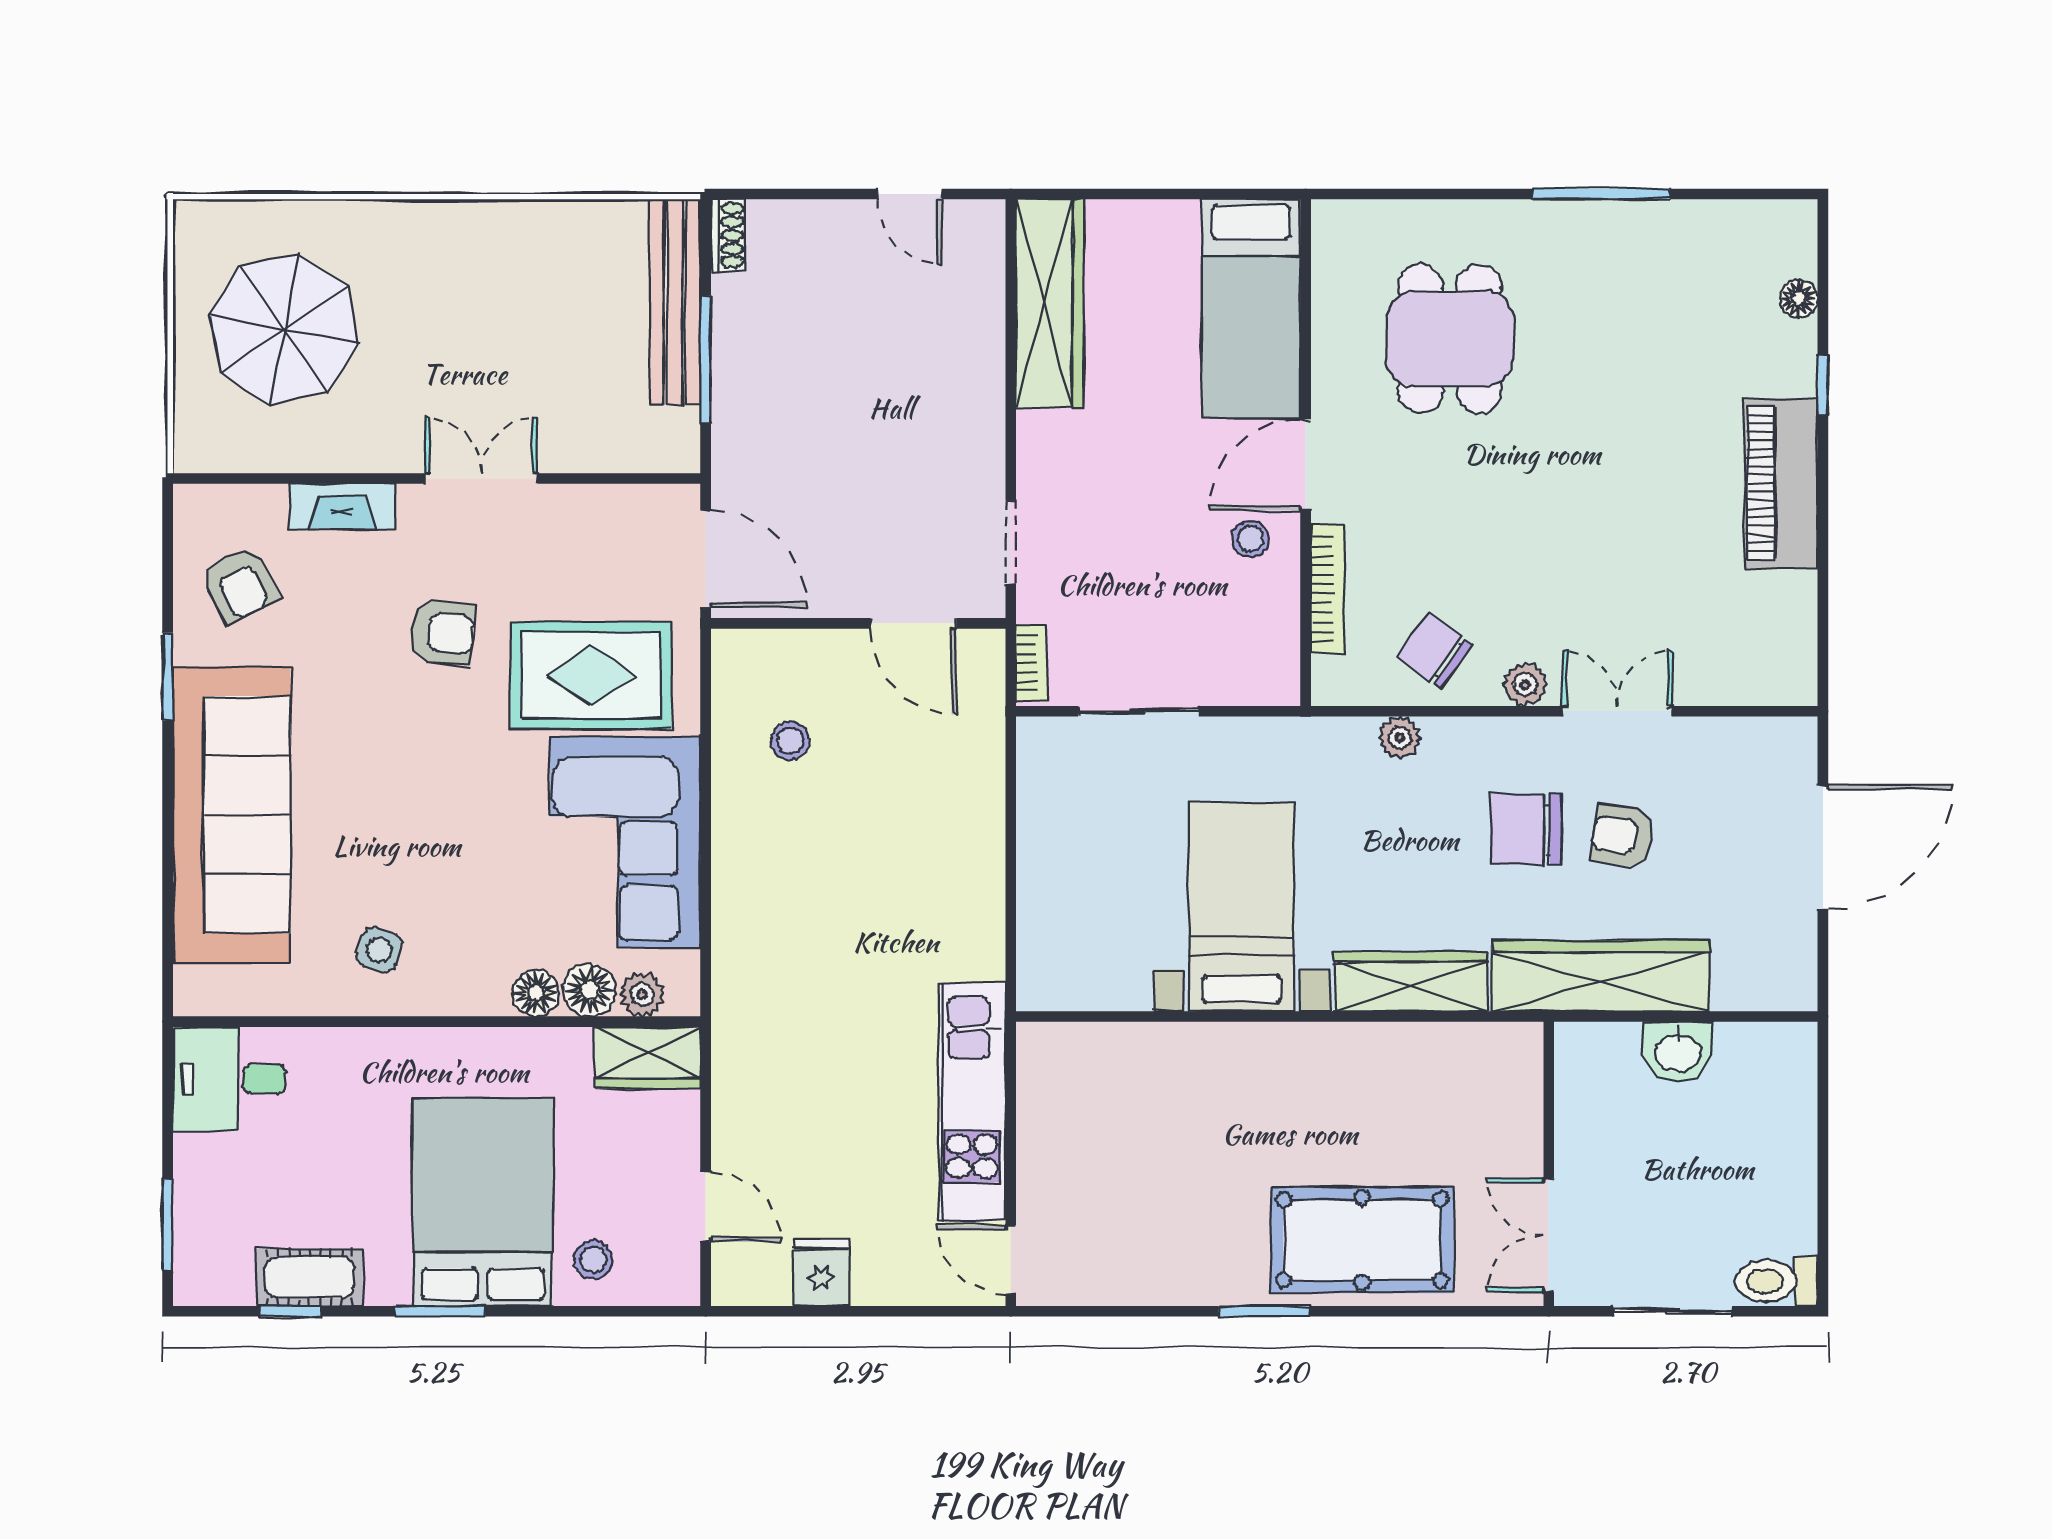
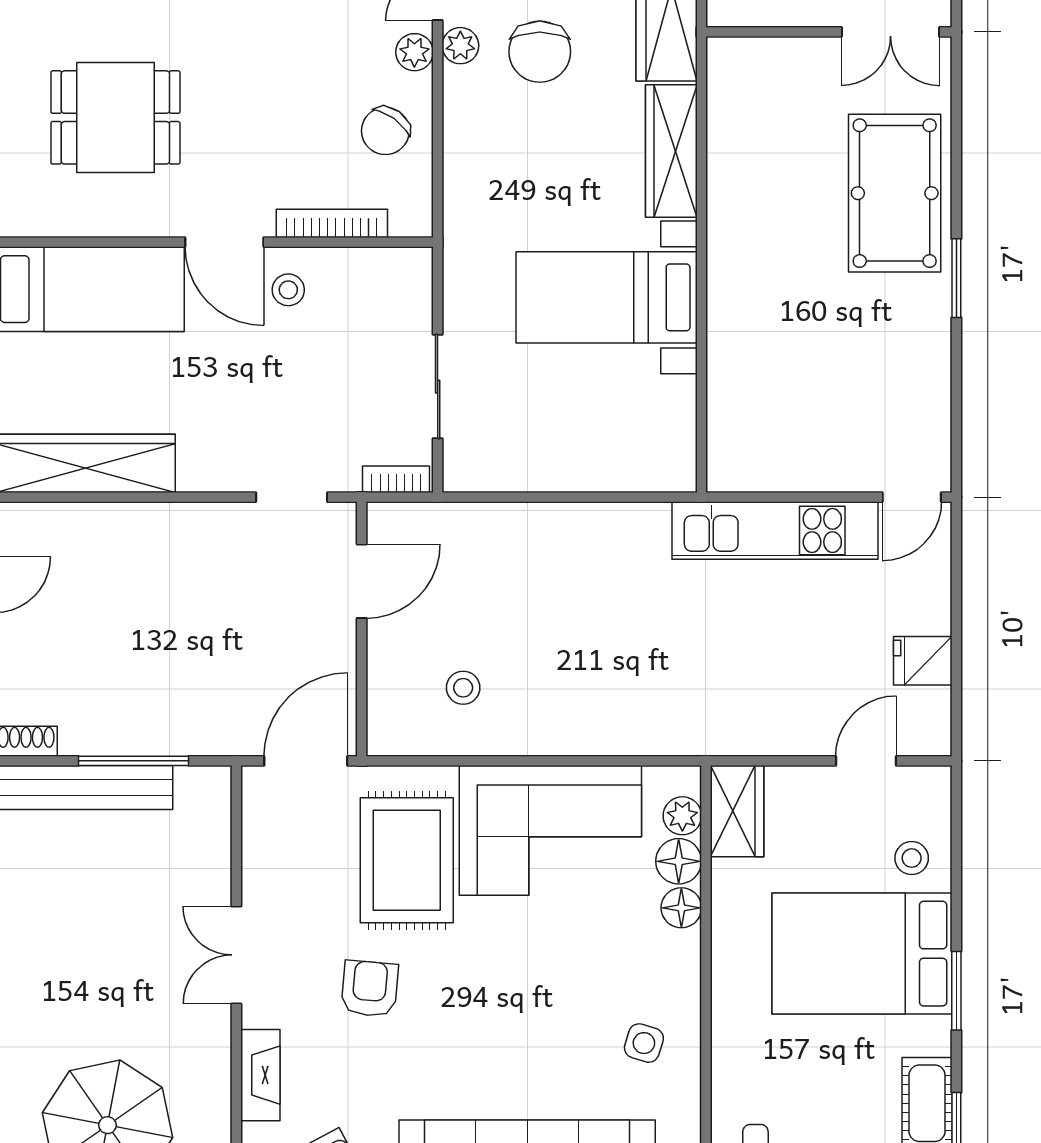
plant: (1400, 738) -> (460, 46), moved

